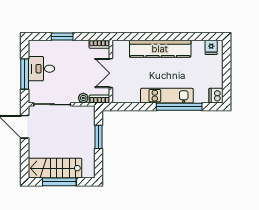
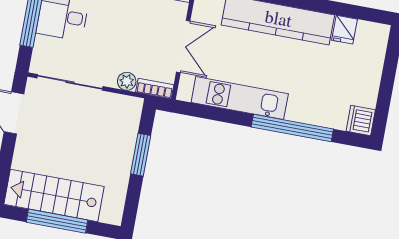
fridge: (211, 47) -> (345, 30), moved
double door: (111, 73) -> (183, 46), swing flipped
kitchen unit: (167, 96) -> (240, 98), moved

